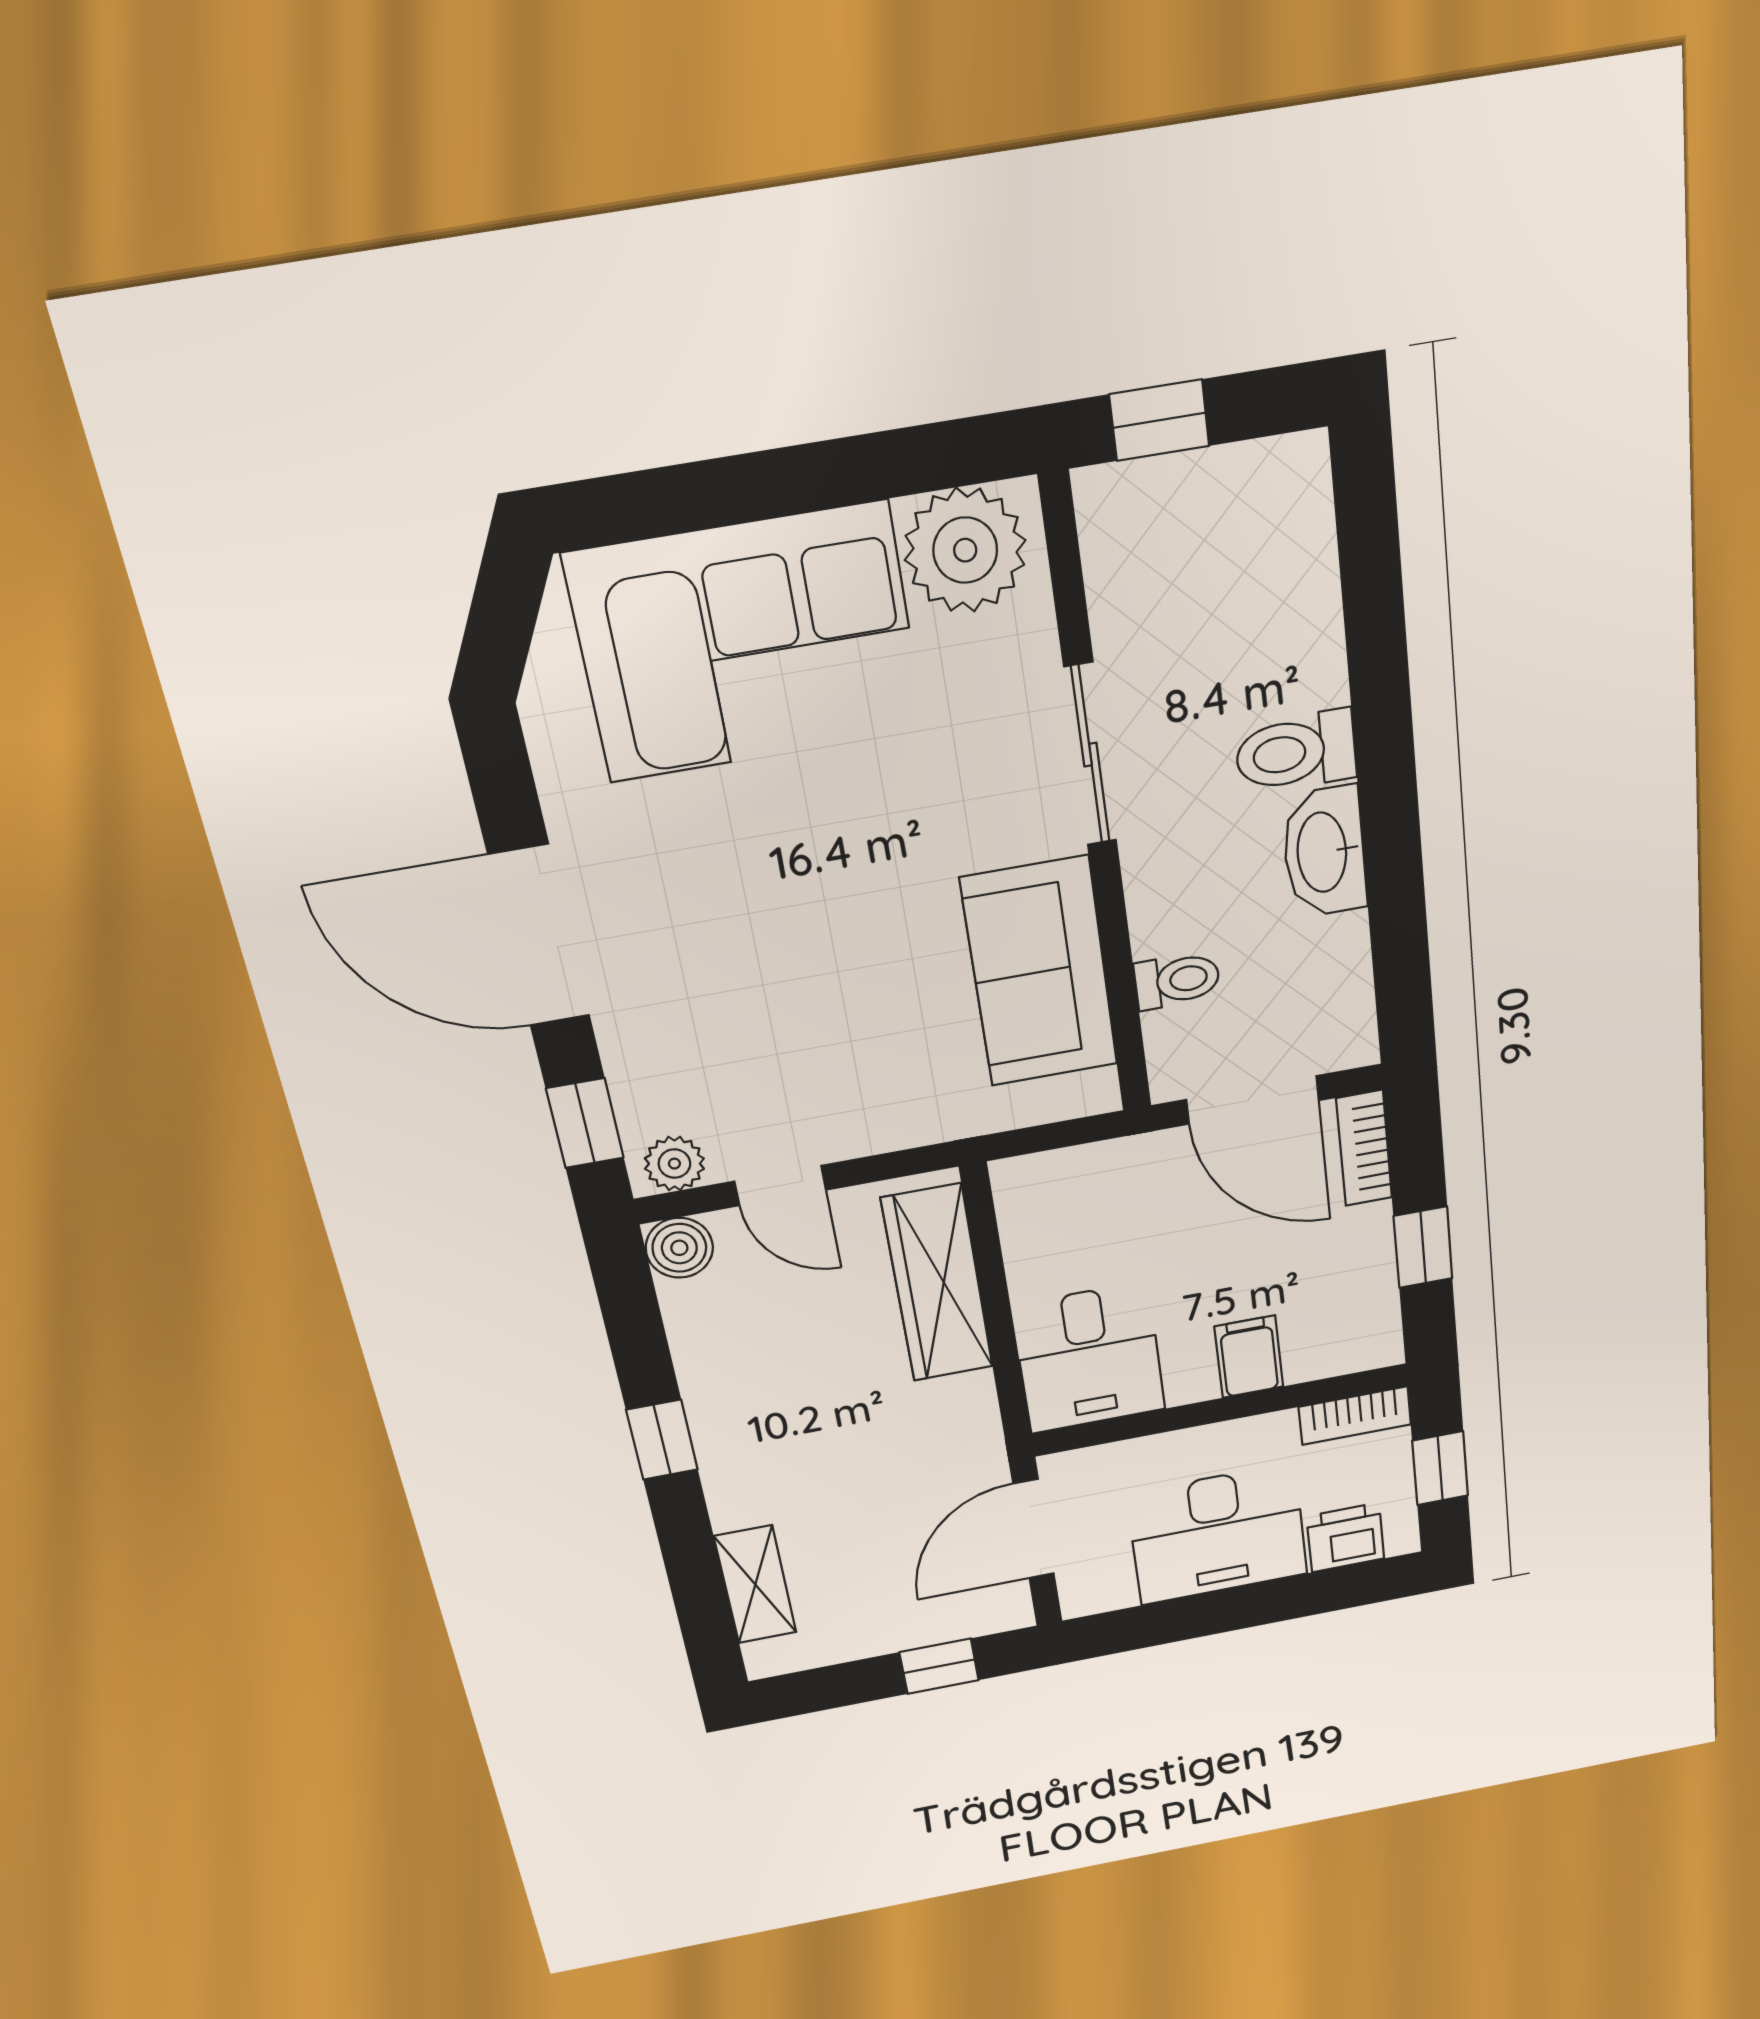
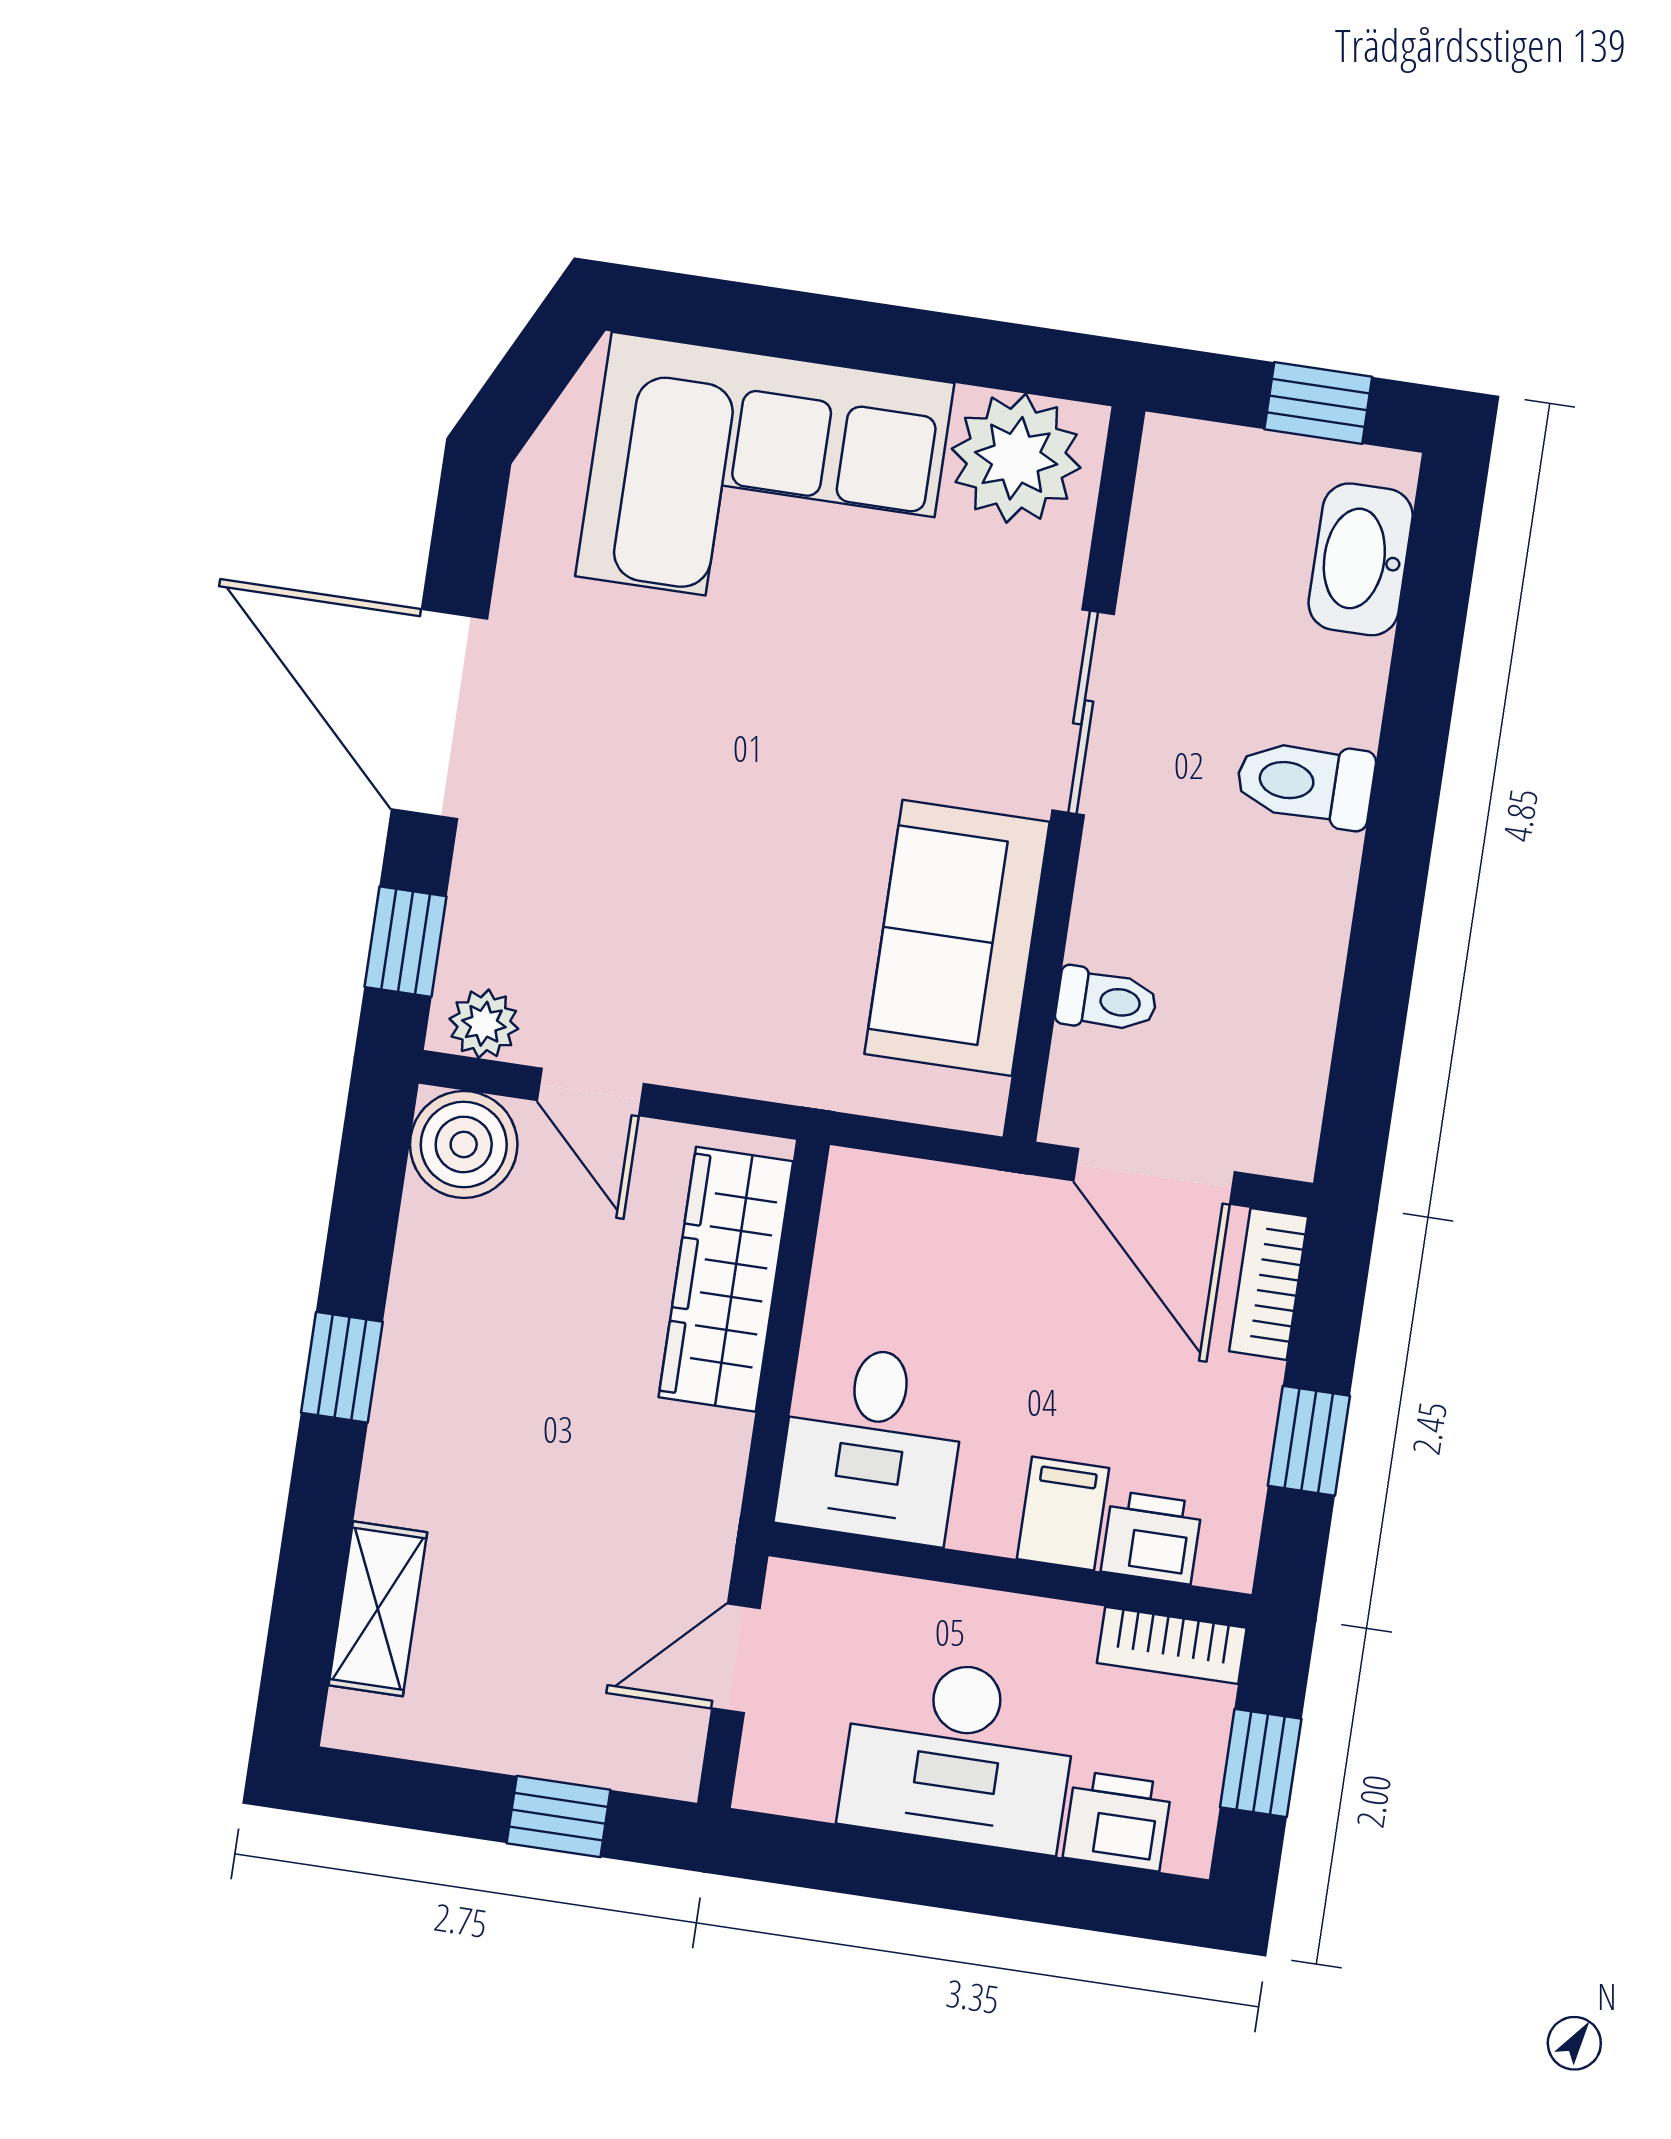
window: (1159, 420) -> (1318, 403), moved
washbasin: (1324, 852) -> (1361, 559), moved
boiler: (679, 1248) -> (464, 1144), width x1.36, depth x1.36
printer: (1320, 1351) -> (1152, 1537), added
door: (1034, 1529) -> (736, 1658), width x0.73

